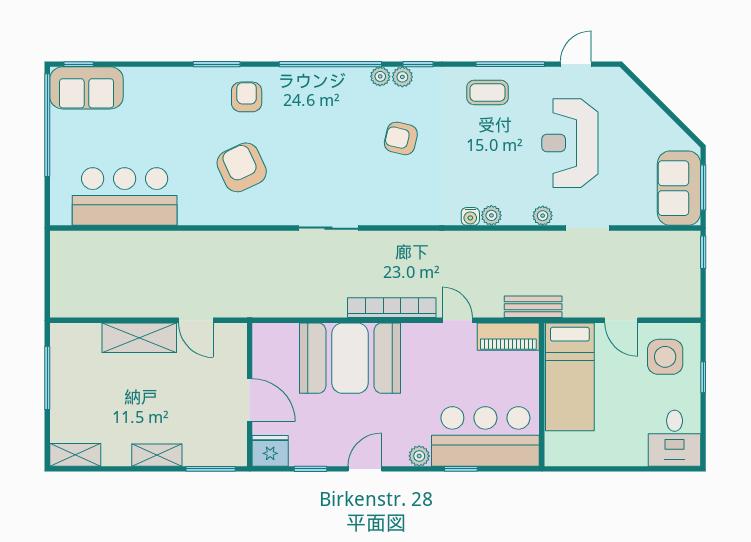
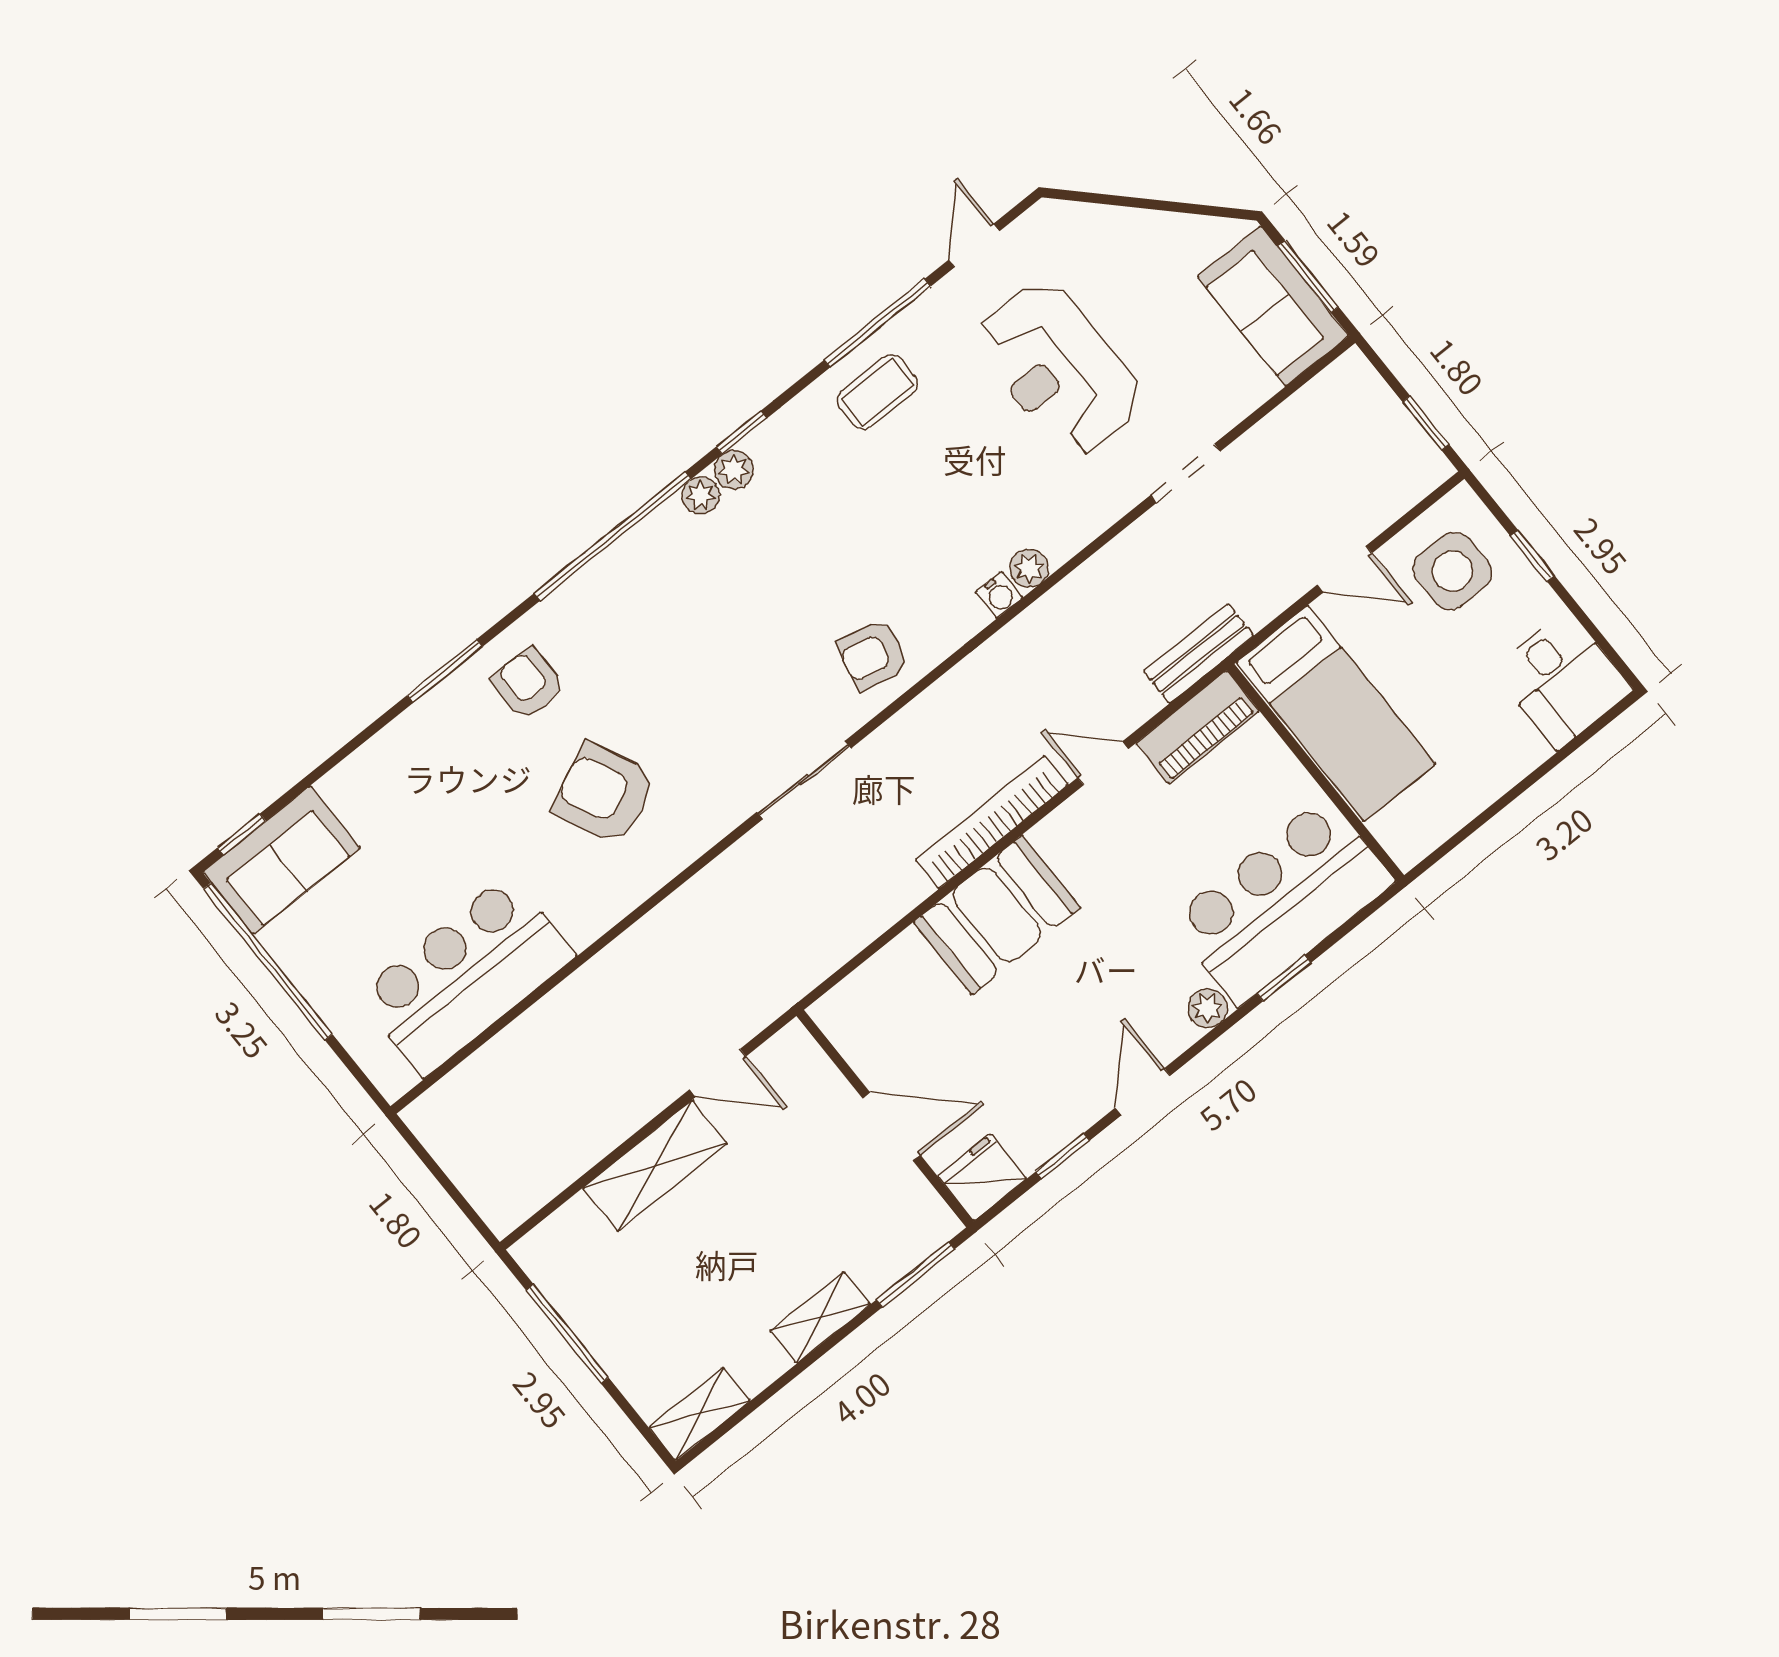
armchair: (401, 138) -> (873, 655), moved
plant: (543, 216) -> (1105, 508), removed
window: (703, 252) -> (1426, 423), moved
booth: (350, 358) -> (997, 915), width x0.73, depth x0.70

